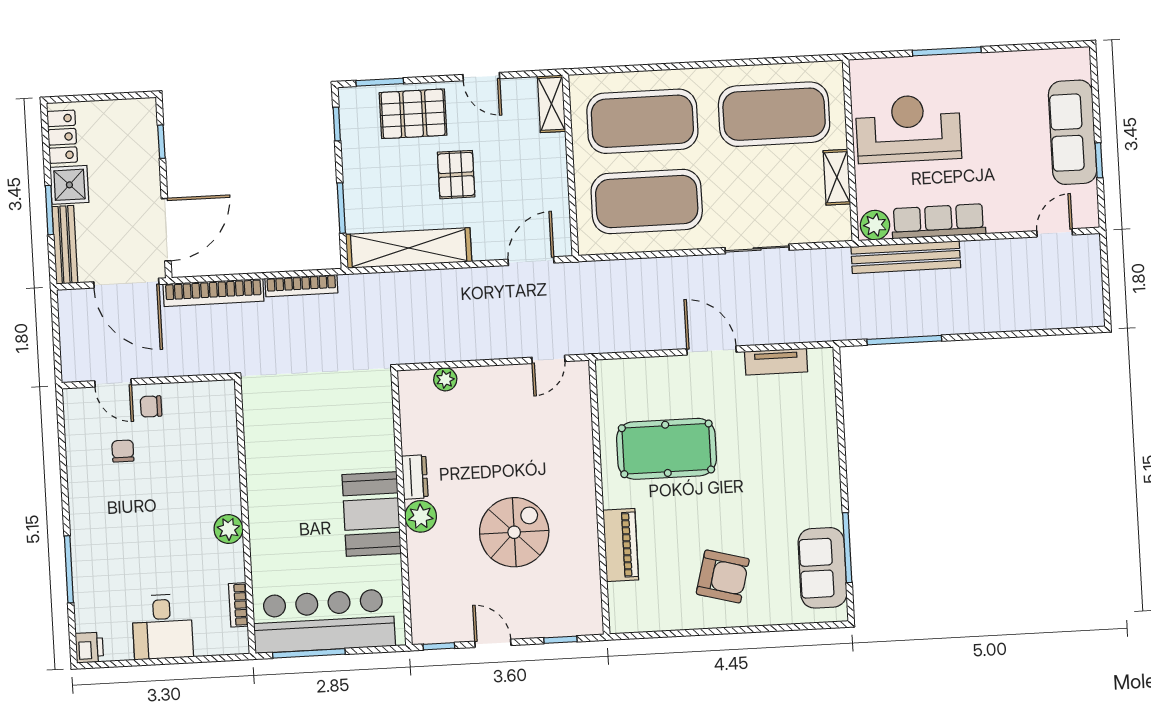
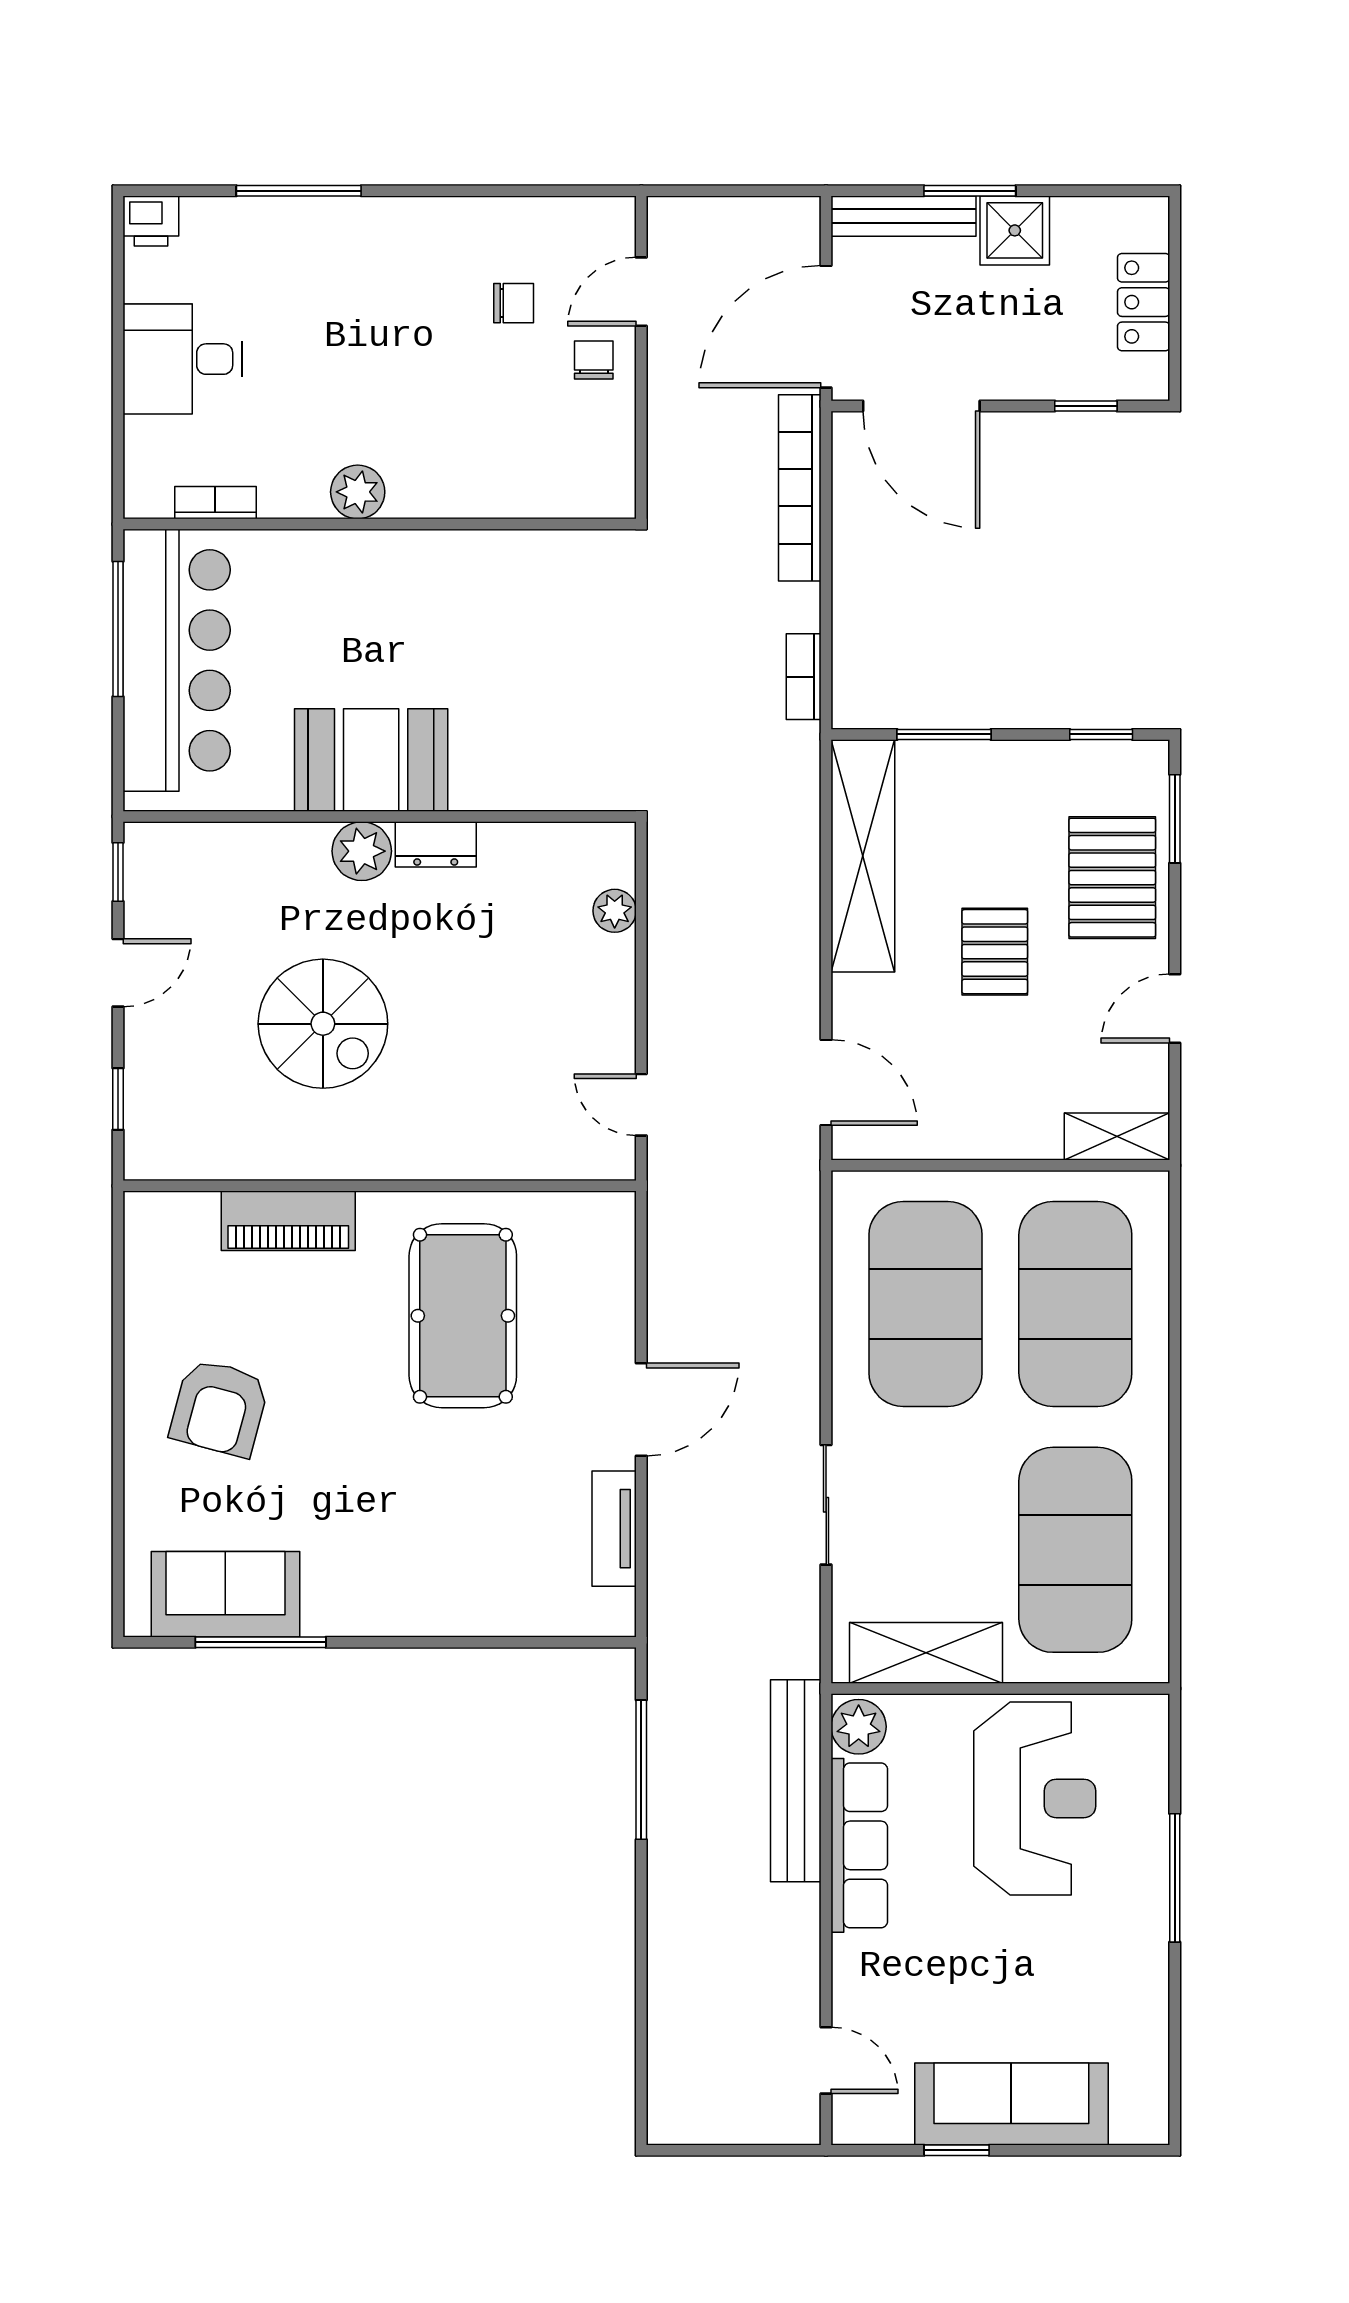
locker: (62, 137) -> (1144, 302), moved, turned 90
pallet: (456, 175) -> (995, 952), turned 90
shelving: (837, 177) -> (926, 1653), width x1.50, depth x1.33
bookcase: (301, 286) -> (804, 677), width x0.64

